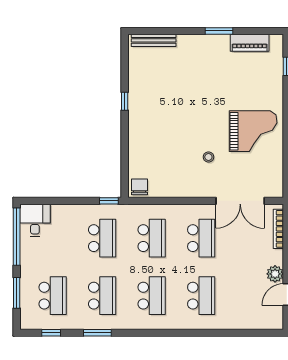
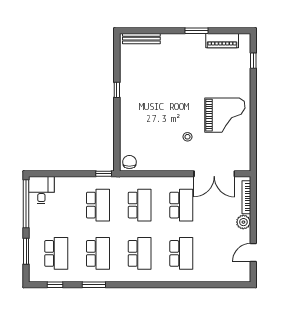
plant: (275, 274) -> (243, 222), moved

